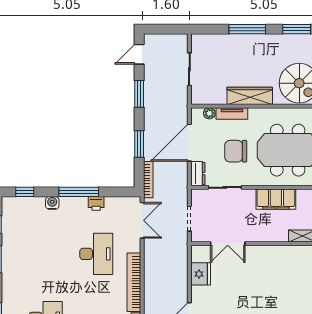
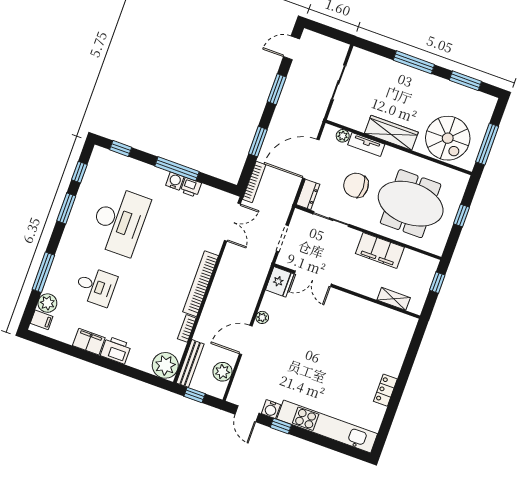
water cooler: (52, 203) -> (175, 181), moved
desk: (96, 254) -> (119, 221), moved, width x1.36, depth x1.30
fridge: (201, 274) -> (280, 282), moved
plant: (196, 292) -> (262, 317), added

